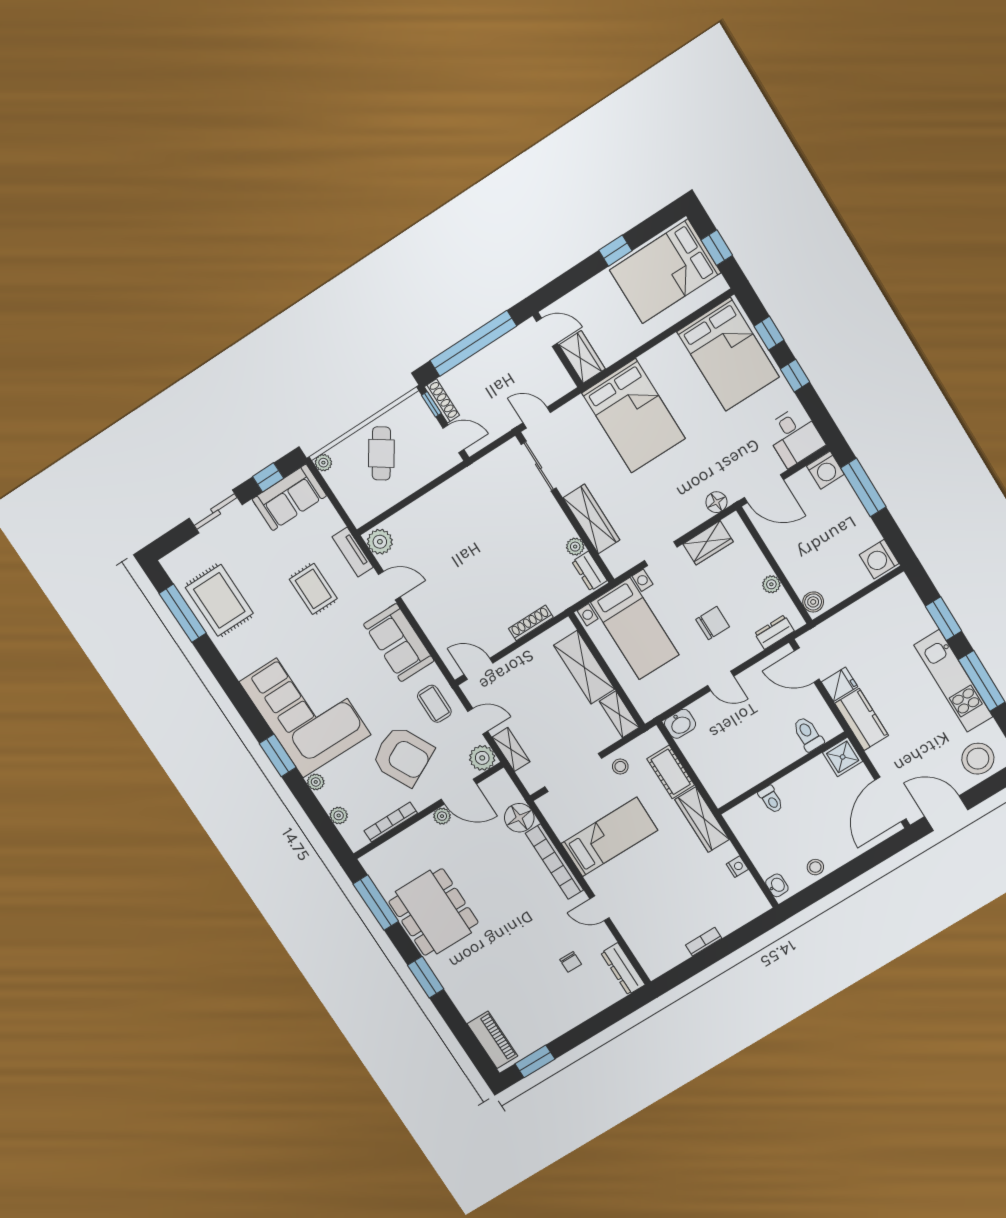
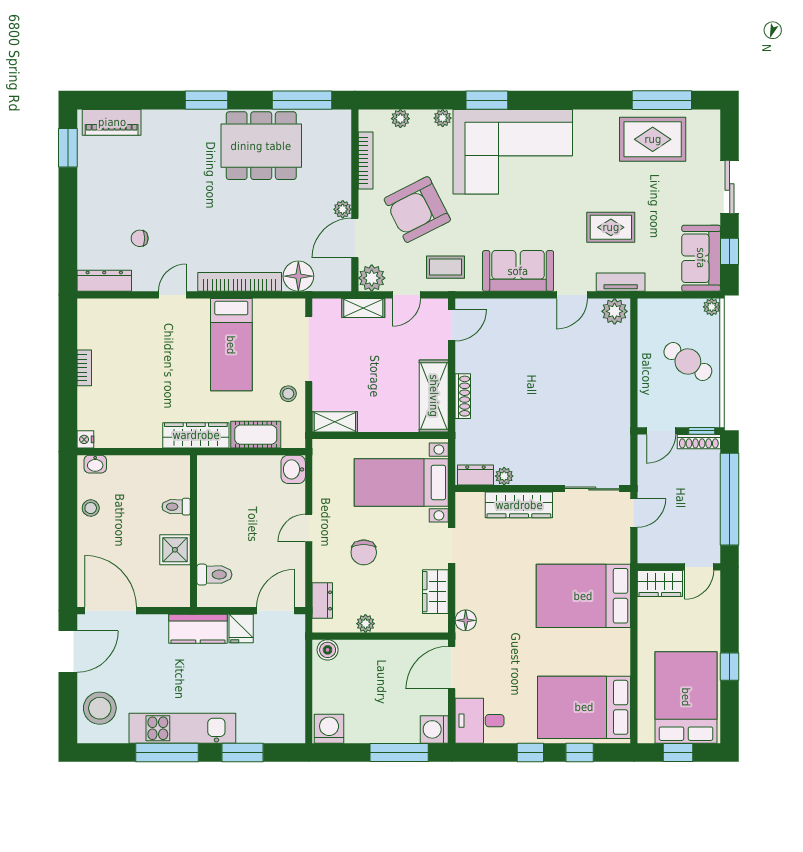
shelving: (584, 667) -> (434, 396), moved, turned 90
shower: (843, 757) -> (175, 550), moved
nightstand: (737, 867) -> (85, 439), moved, turned 90

